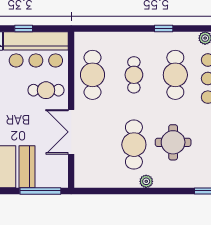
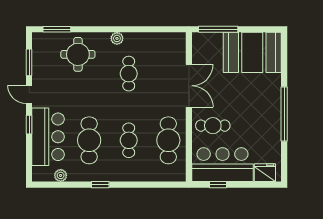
window: (24, 28) -> (218, 185), moved
round table: (173, 142) -> (78, 54), moved
cafe table: (134, 145) -> (129, 74), width x0.73, depth x0.74

